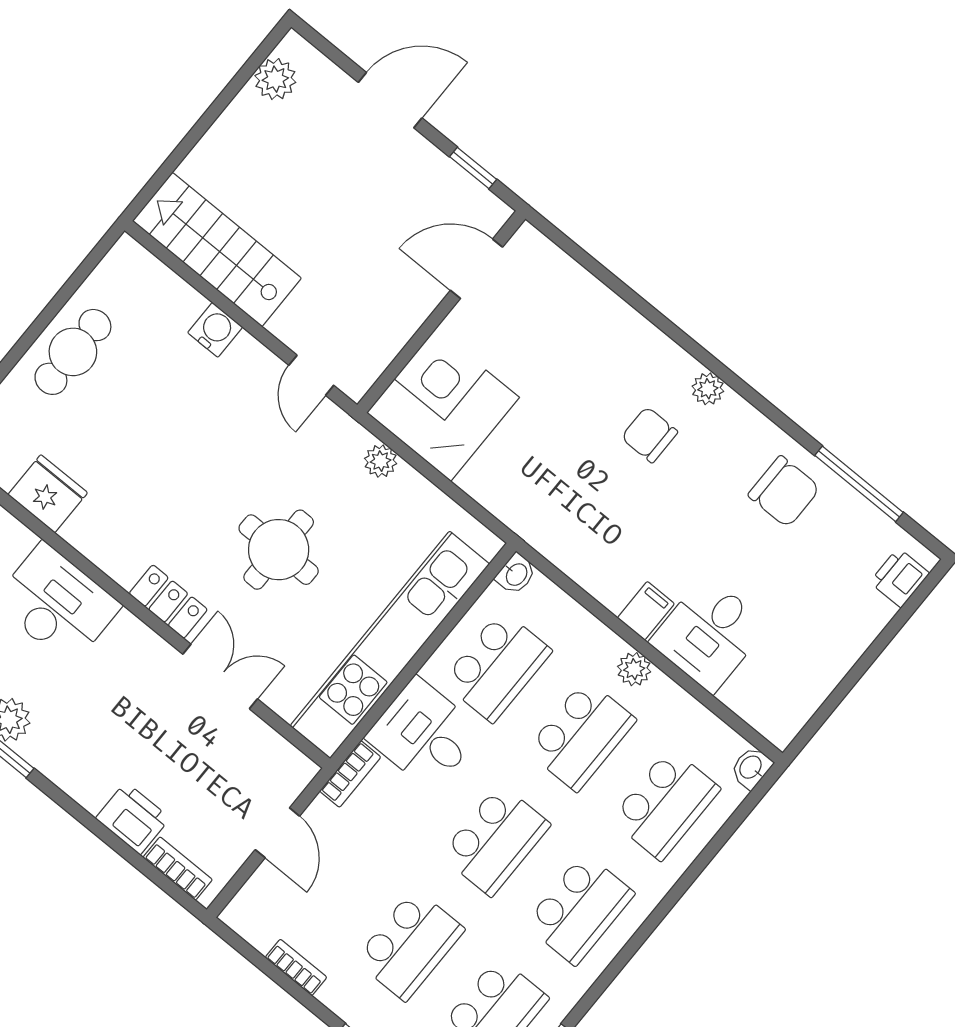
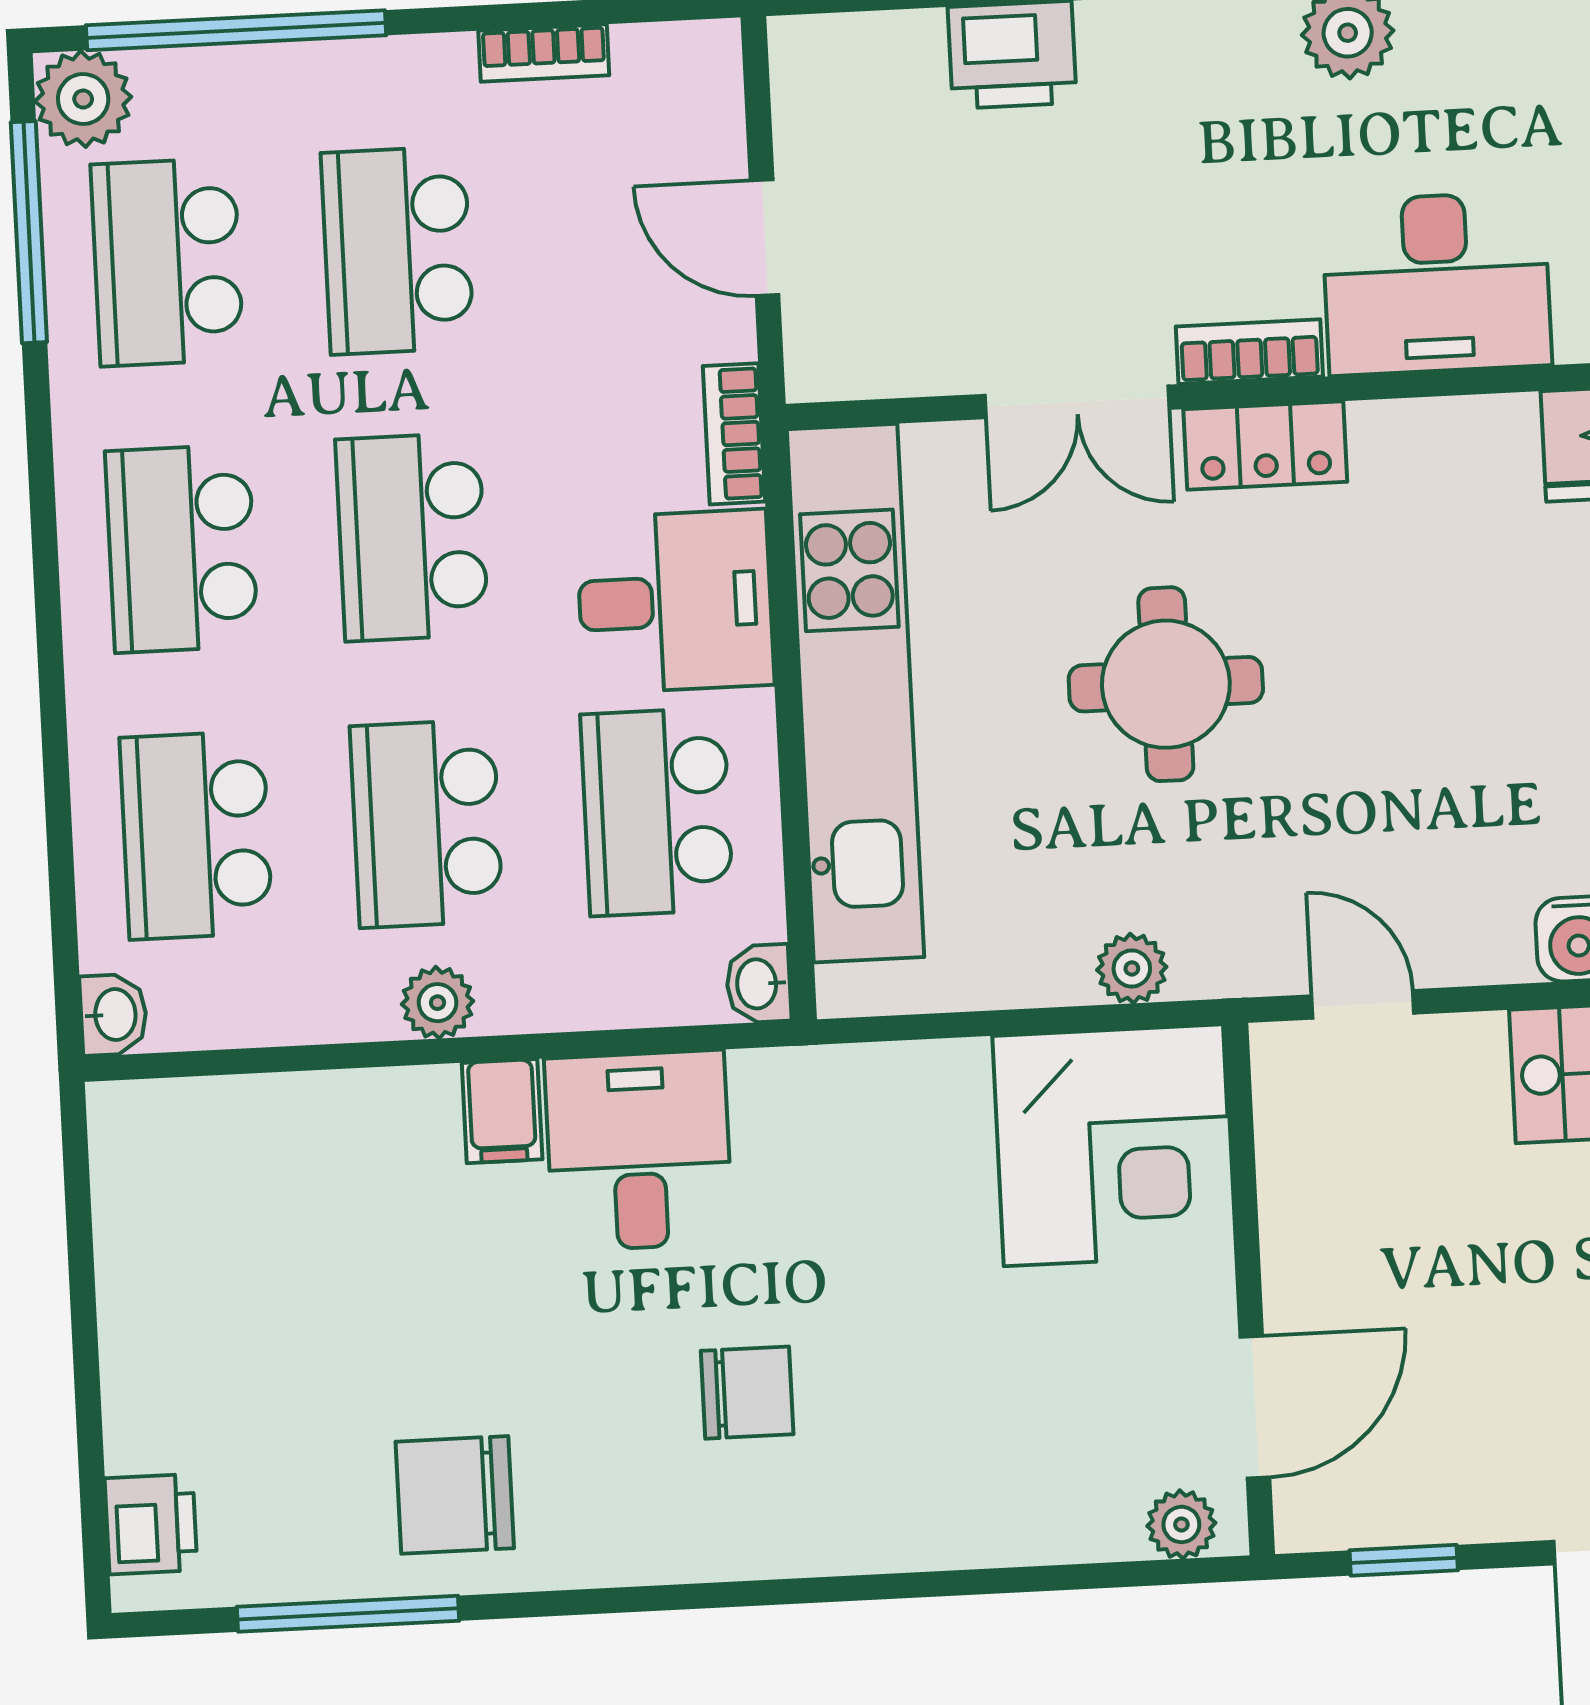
plant: (708, 389) -> (1181, 1524), moved
desk: (709, 634) -> (639, 1151), moved
bookcase: (178, 869) -> (1249, 352), moved, turned 180

